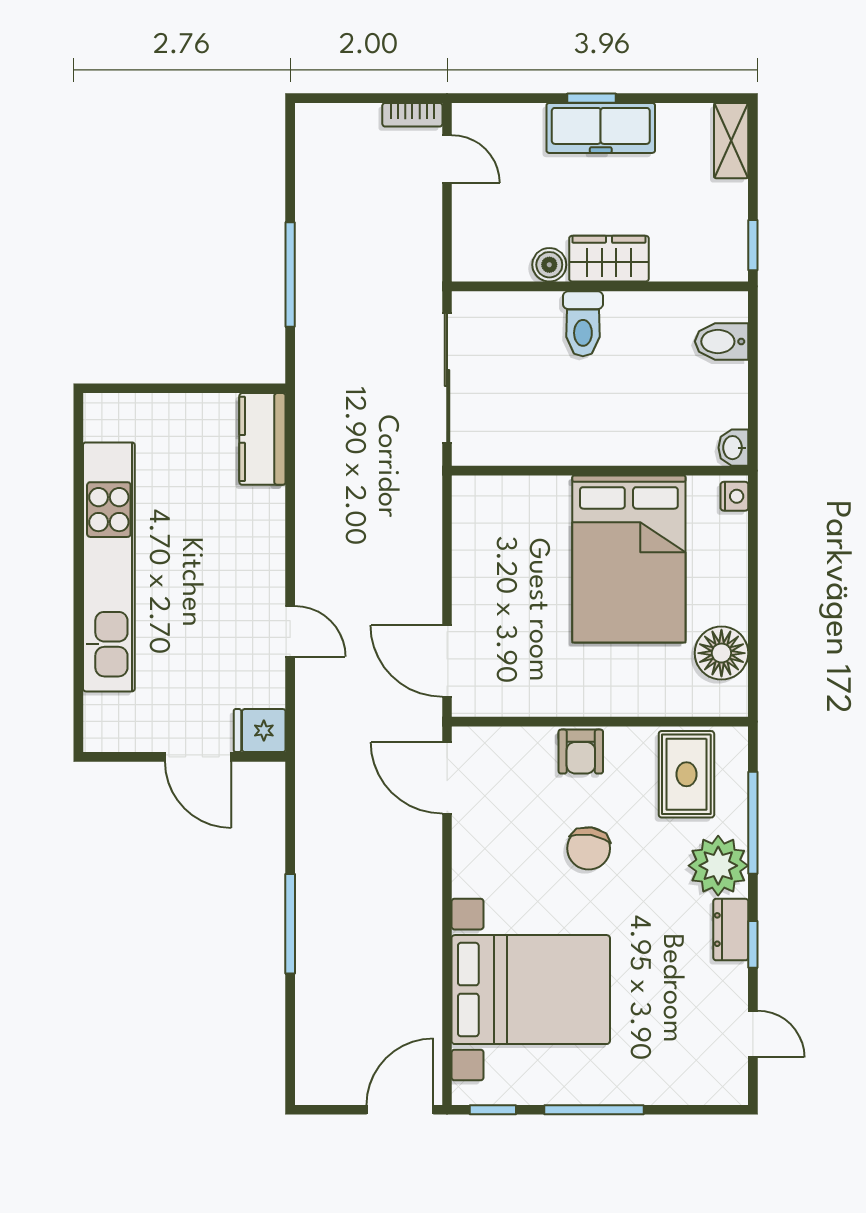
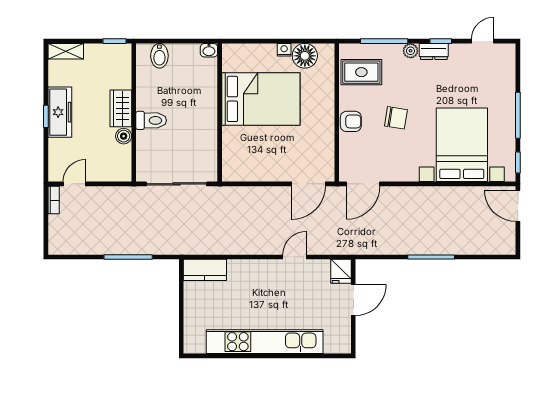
nightstand: (734, 496) -> (284, 50), moved
plant: (718, 866) -> (411, 51), width x0.53, depth x0.53

